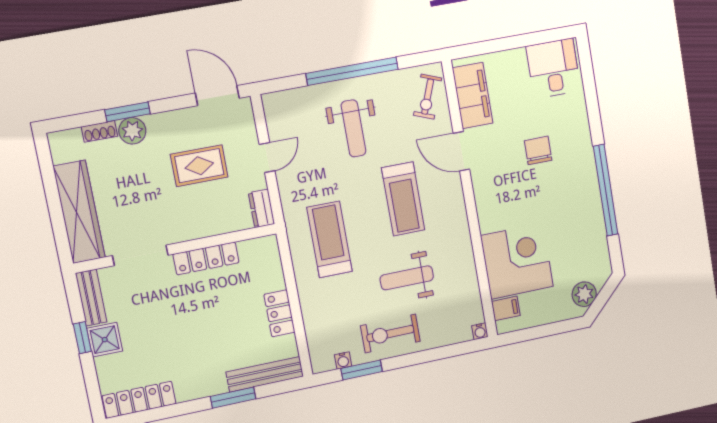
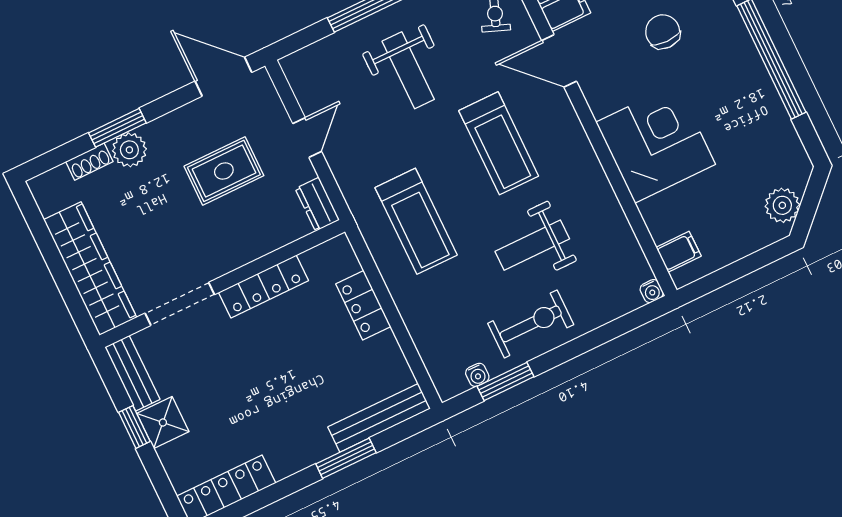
treadmill: (330, 239) -> (416, 221), turned 180
corner desk: (517, 261) -> (656, 143), moved
locker: (279, 313) -> (363, 305), moved
exercise bike: (390, 334) -> (531, 324), turned 180

